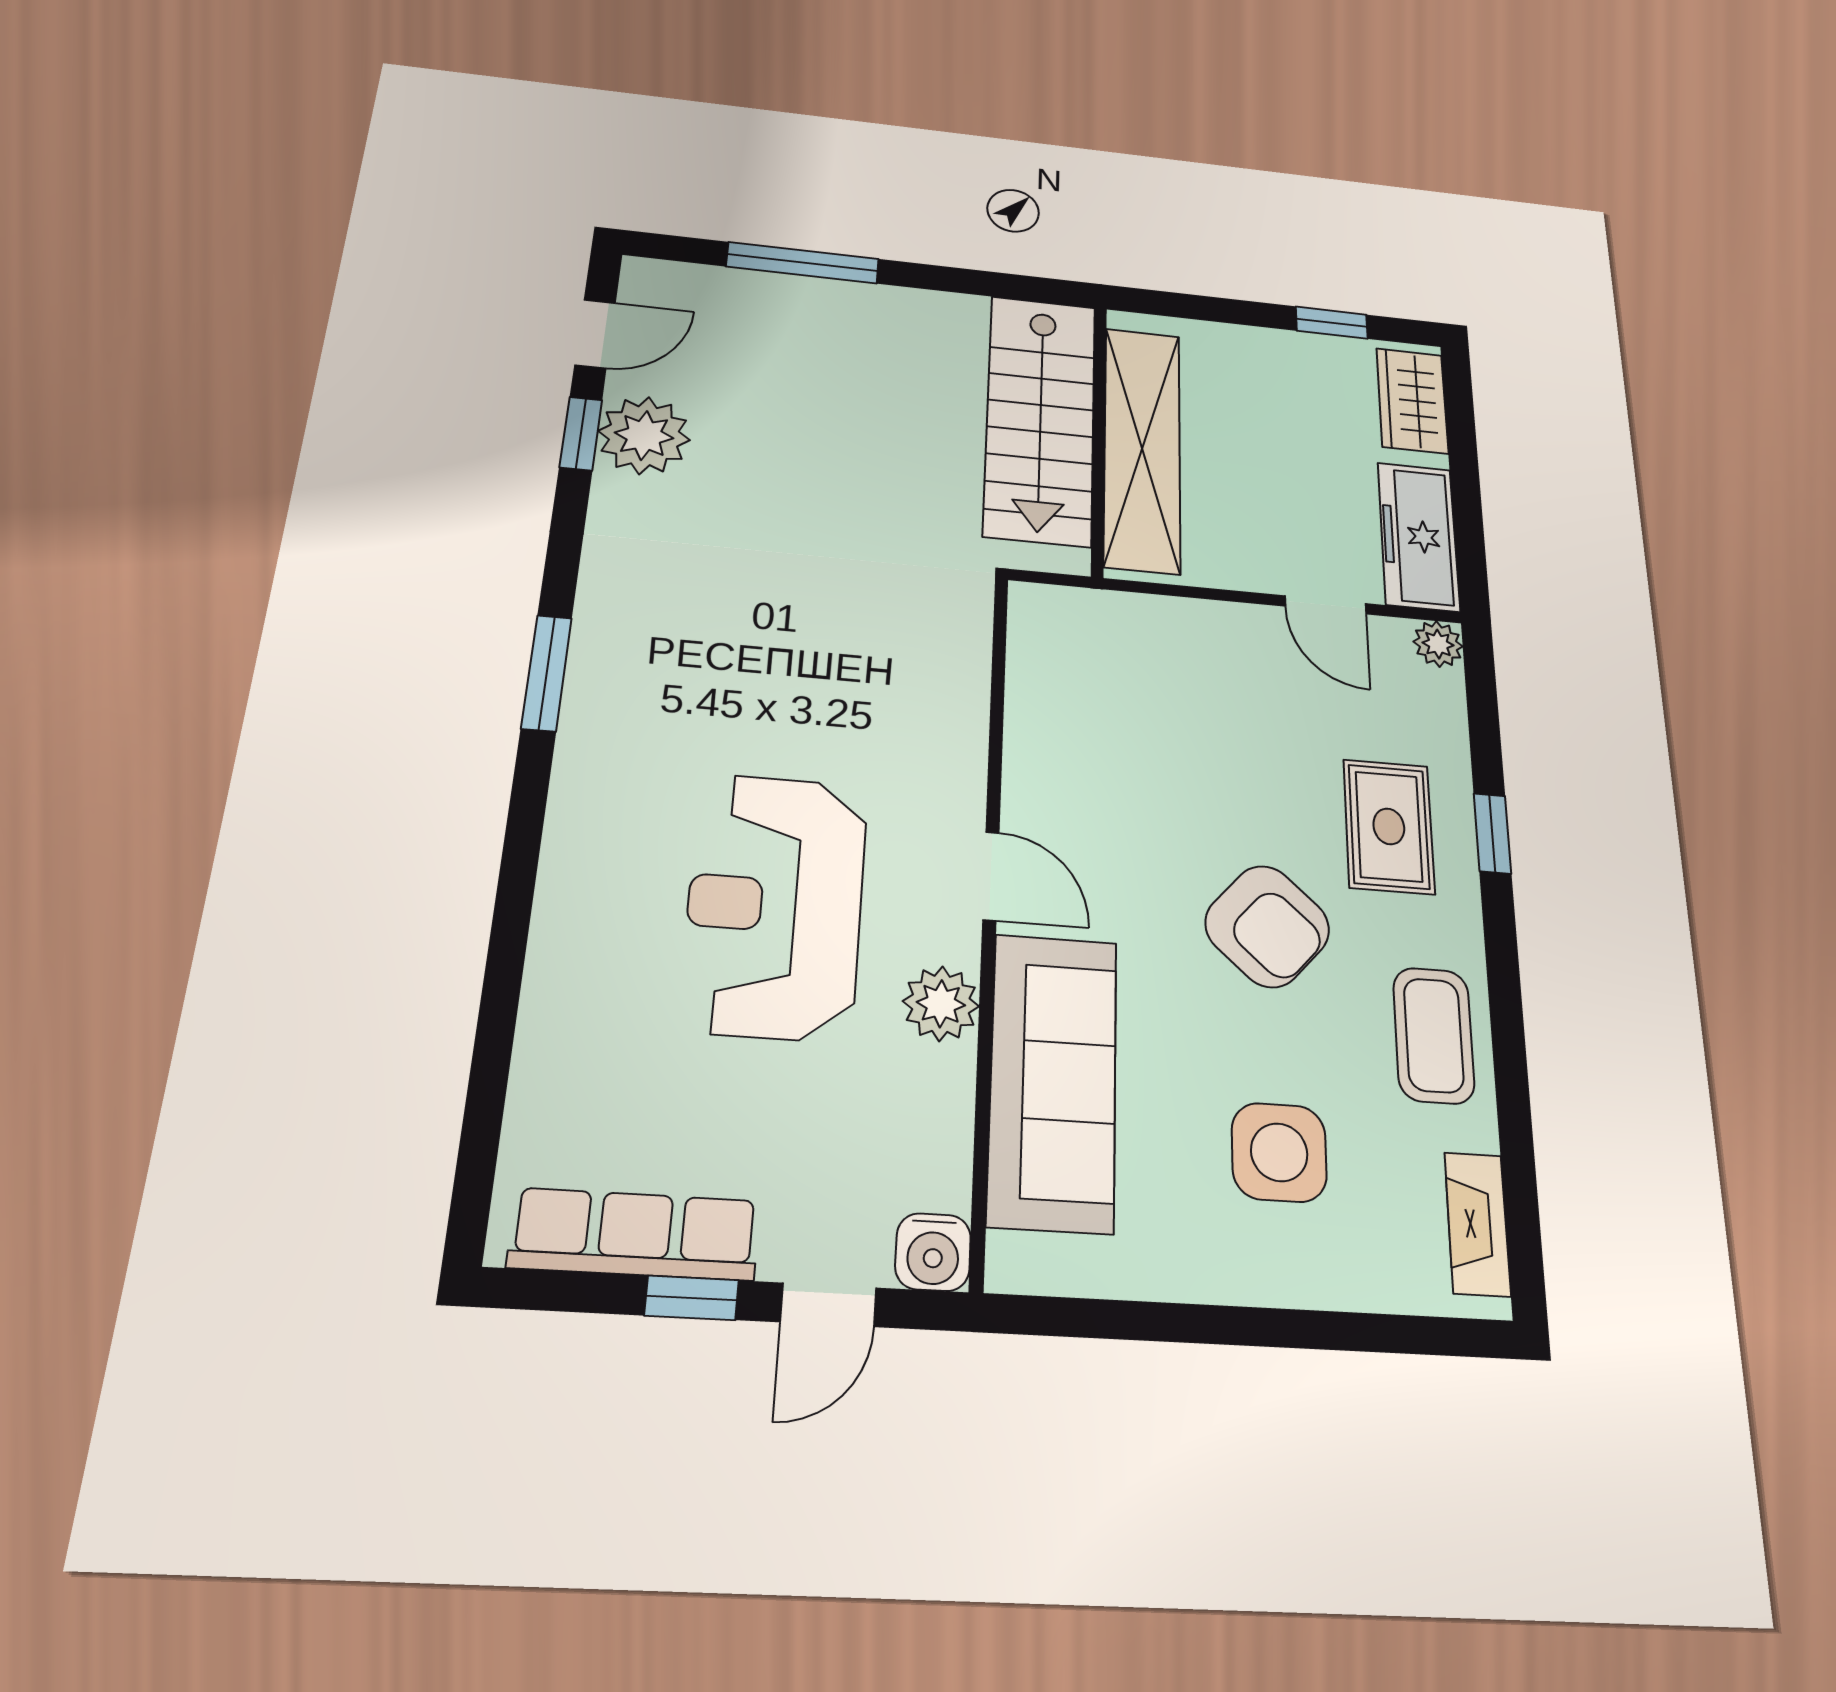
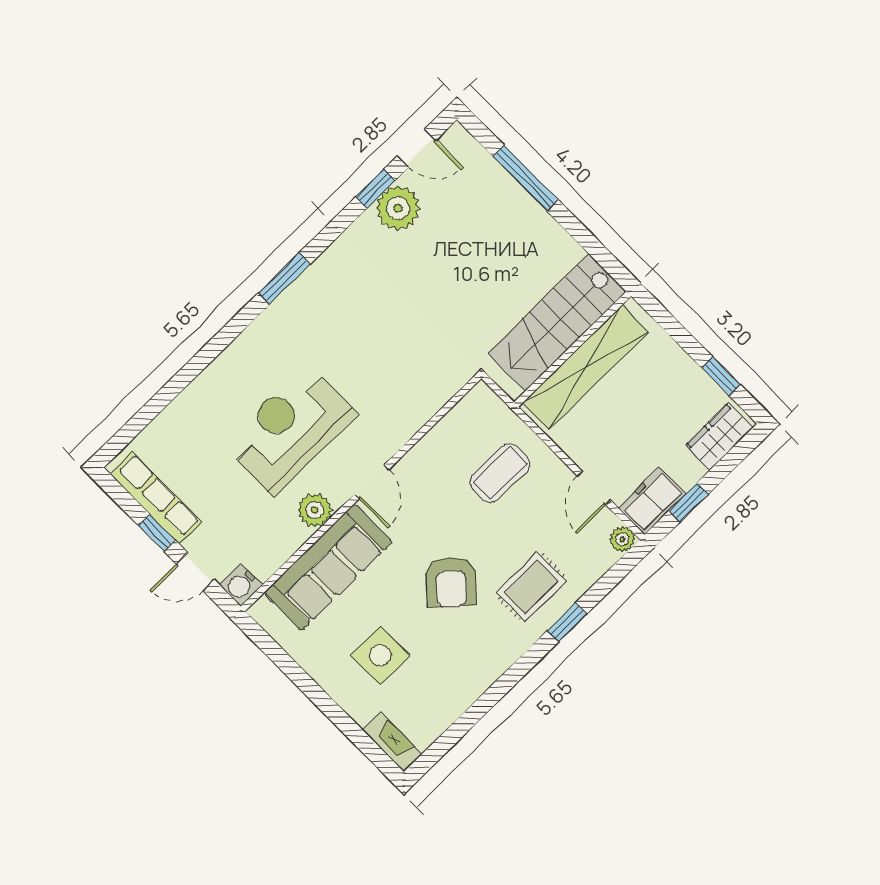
window: (1468, 519) -> (688, 502), added
freezer: (1418, 536) -> (652, 501), width x0.71
coffee table: (1434, 1035) -> (500, 473), moved
fireplace: (1477, 1224) -> (392, 742), moved, turned 90

